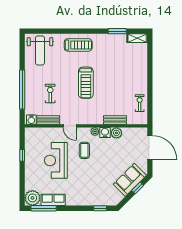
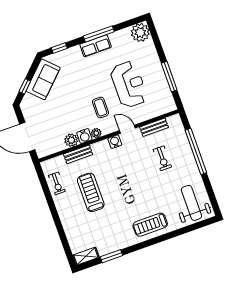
treadmill: (86, 83) -> (91, 192), moved
water cooler: (31, 120) -> (115, 142), moved
window: (22, 155) -> (169, 77), width x2.17
sofa: (130, 180) -> (43, 79), moved
row of seats: (53, 200) -> (96, 46), moved
window: (44, 208) -> (99, 34), moved

